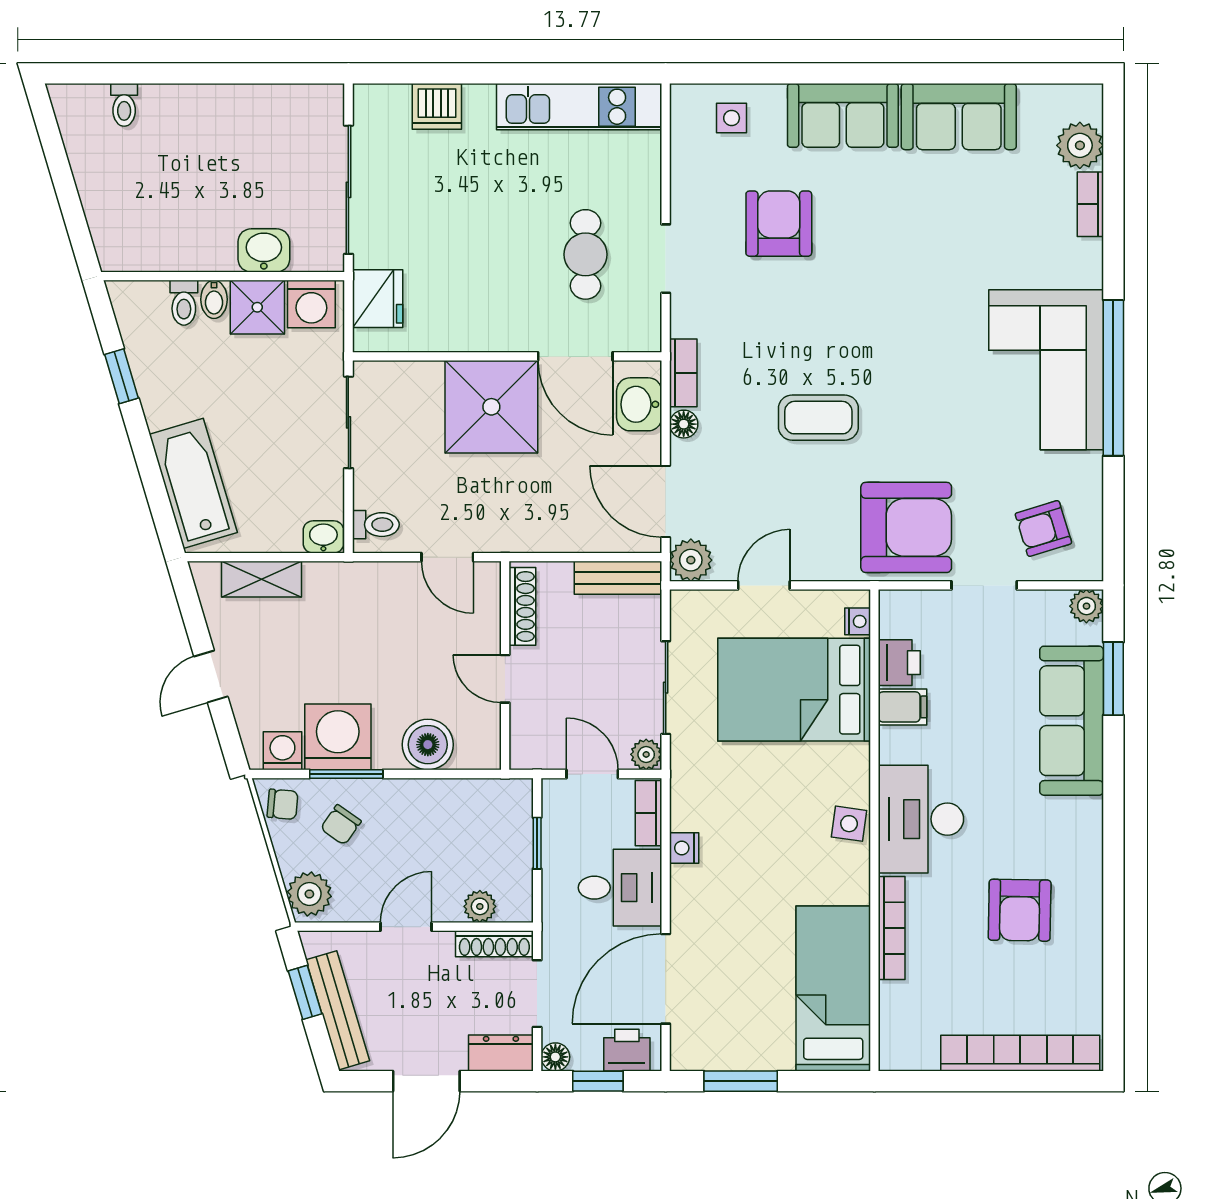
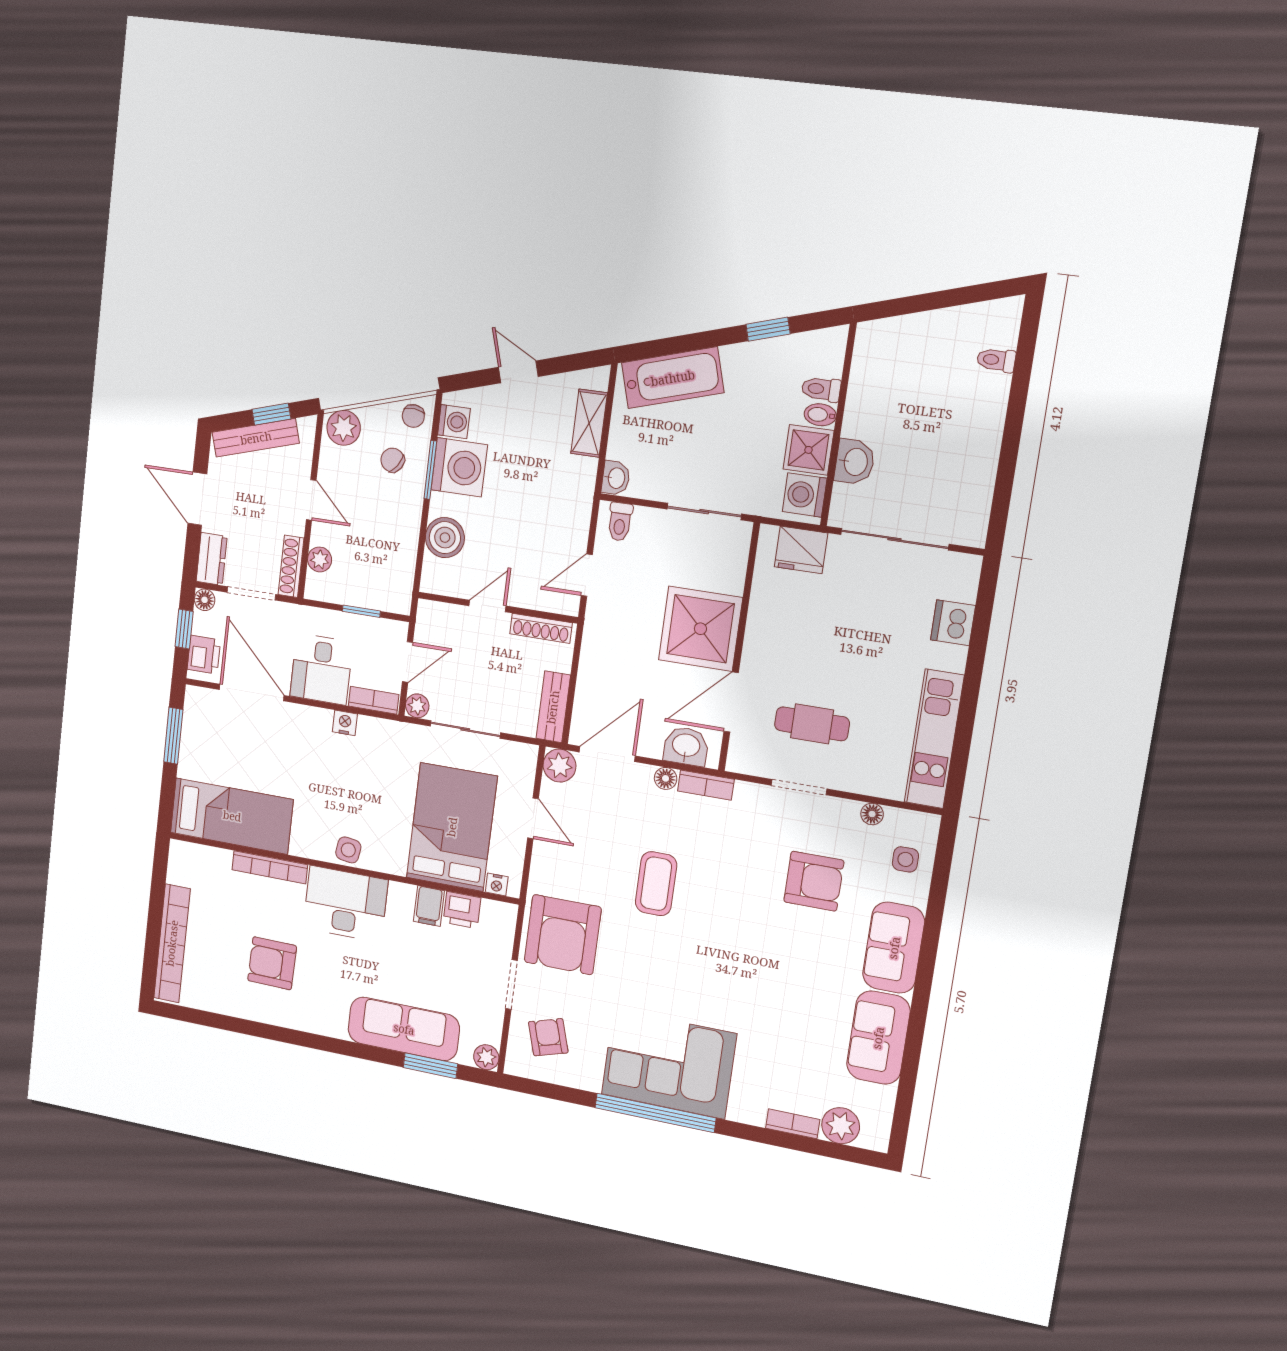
floor lamp: (683, 166) -> (872, 814), added

